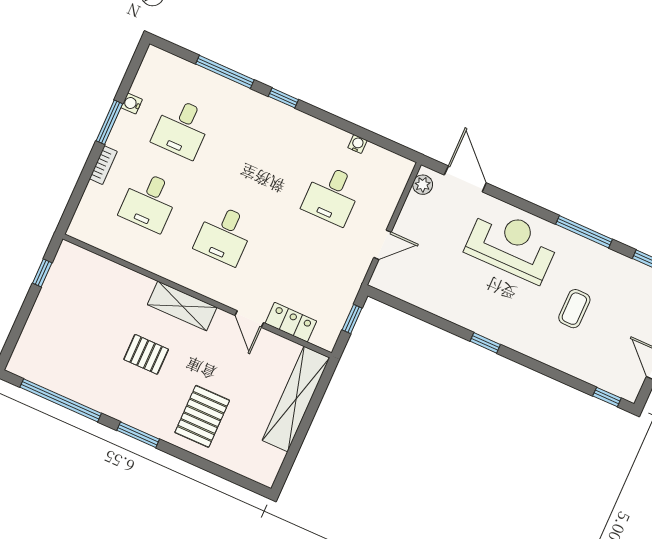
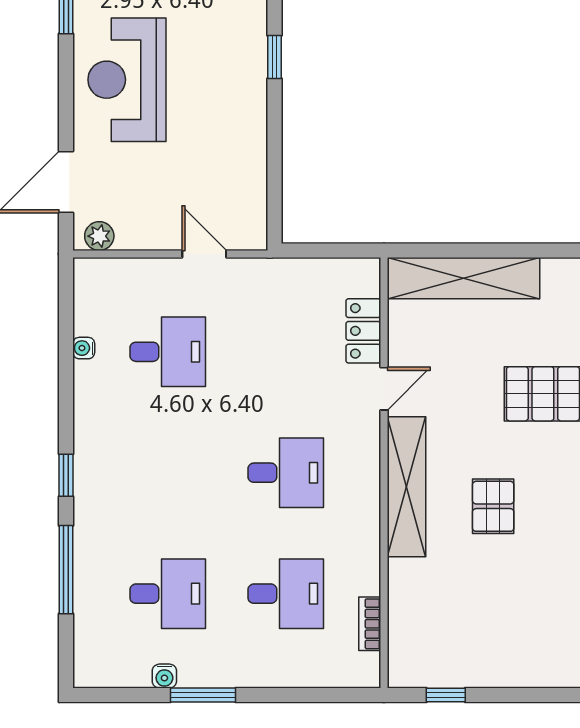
bookcase: (103, 165) -> (370, 624), moved, turned -90
shelving: (182, 306) -> (406, 487), width x1.47
window: (352, 319) -> (322, 251), removed

